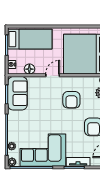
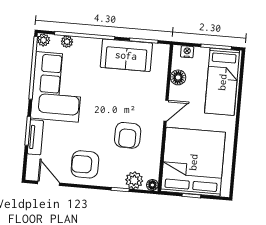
door: (53, 75) -> (166, 111), hinge flipped
sofa: (17, 93) -> (126, 55), moved
armchair: (71, 100) -> (128, 135), turned -89

